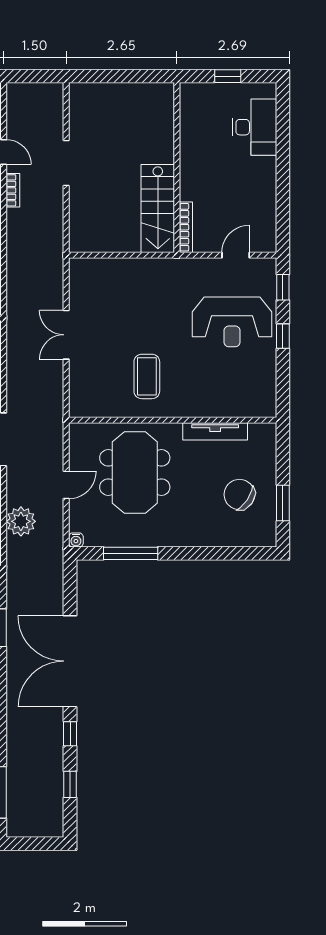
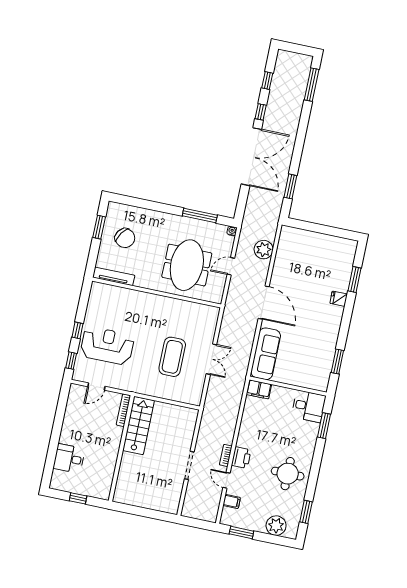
desk: (255, 127) -> (69, 459), width x0.73
coffee table: (147, 376) -> (172, 357), moved, width x1.36, depth x1.32
tv unit: (215, 431) -> (114, 276), moved

